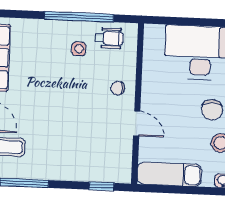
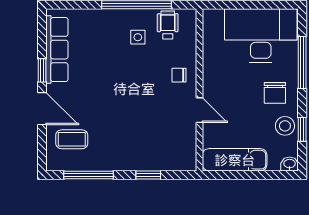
wheelchair: (109, 38) -> (168, 25), turned -90
window: (102, 186) -> (148, 175), moved

